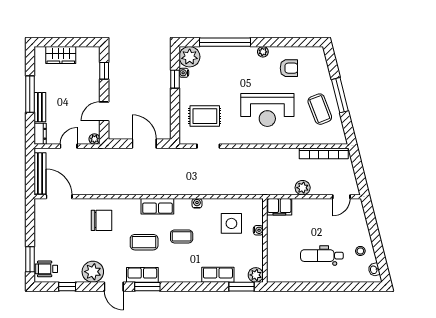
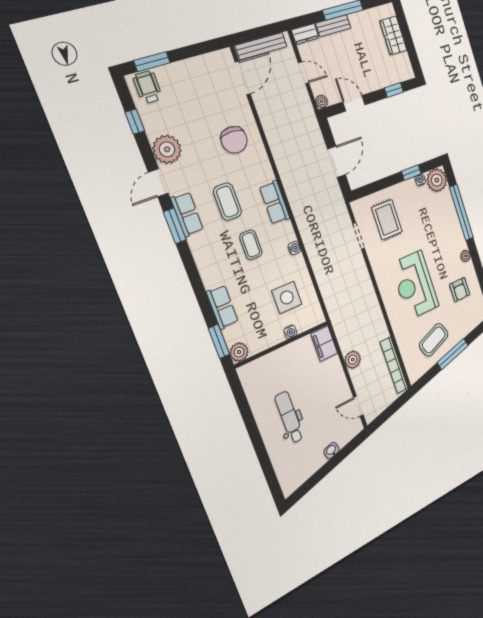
stool: (360, 251) -> (310, 457), removed
washbasin: (374, 270) -> (332, 451), moved

